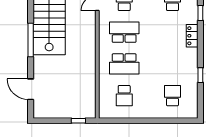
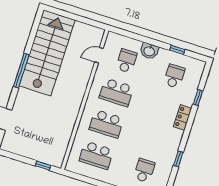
school desk: (124, 32) -> (116, 92), turned 180
school desk: (124, 96) -> (96, 155), width x1.85

